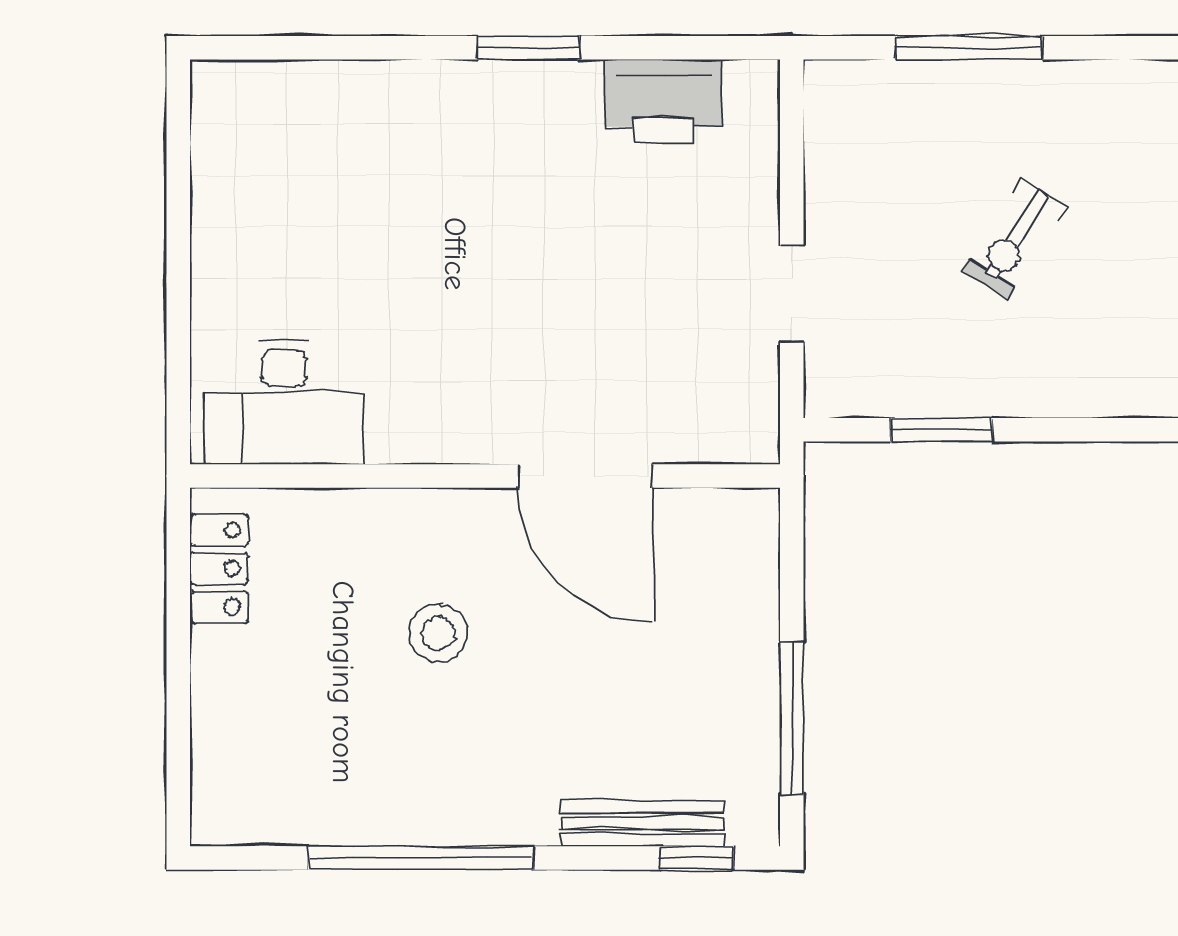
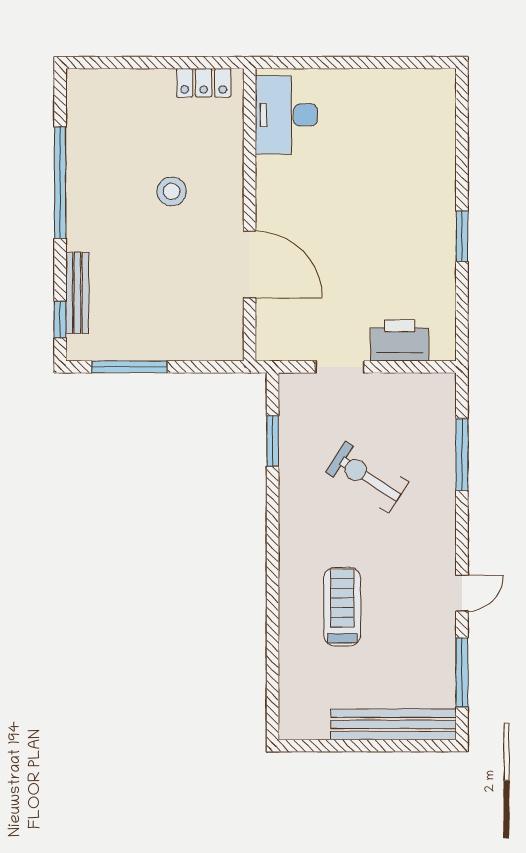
printer: (663, 101) -> (400, 340), moved, turned 90
exercise bike: (1014, 239) -> (367, 477), width x1.38, depth x1.39
door: (585, 476) -> (250, 264), swing flipped

